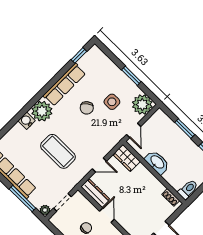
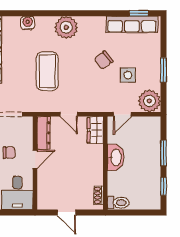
row of seats: (64, 85) -> (132, 24), moved
water cooler: (27, 121) -> (28, 23), moved

